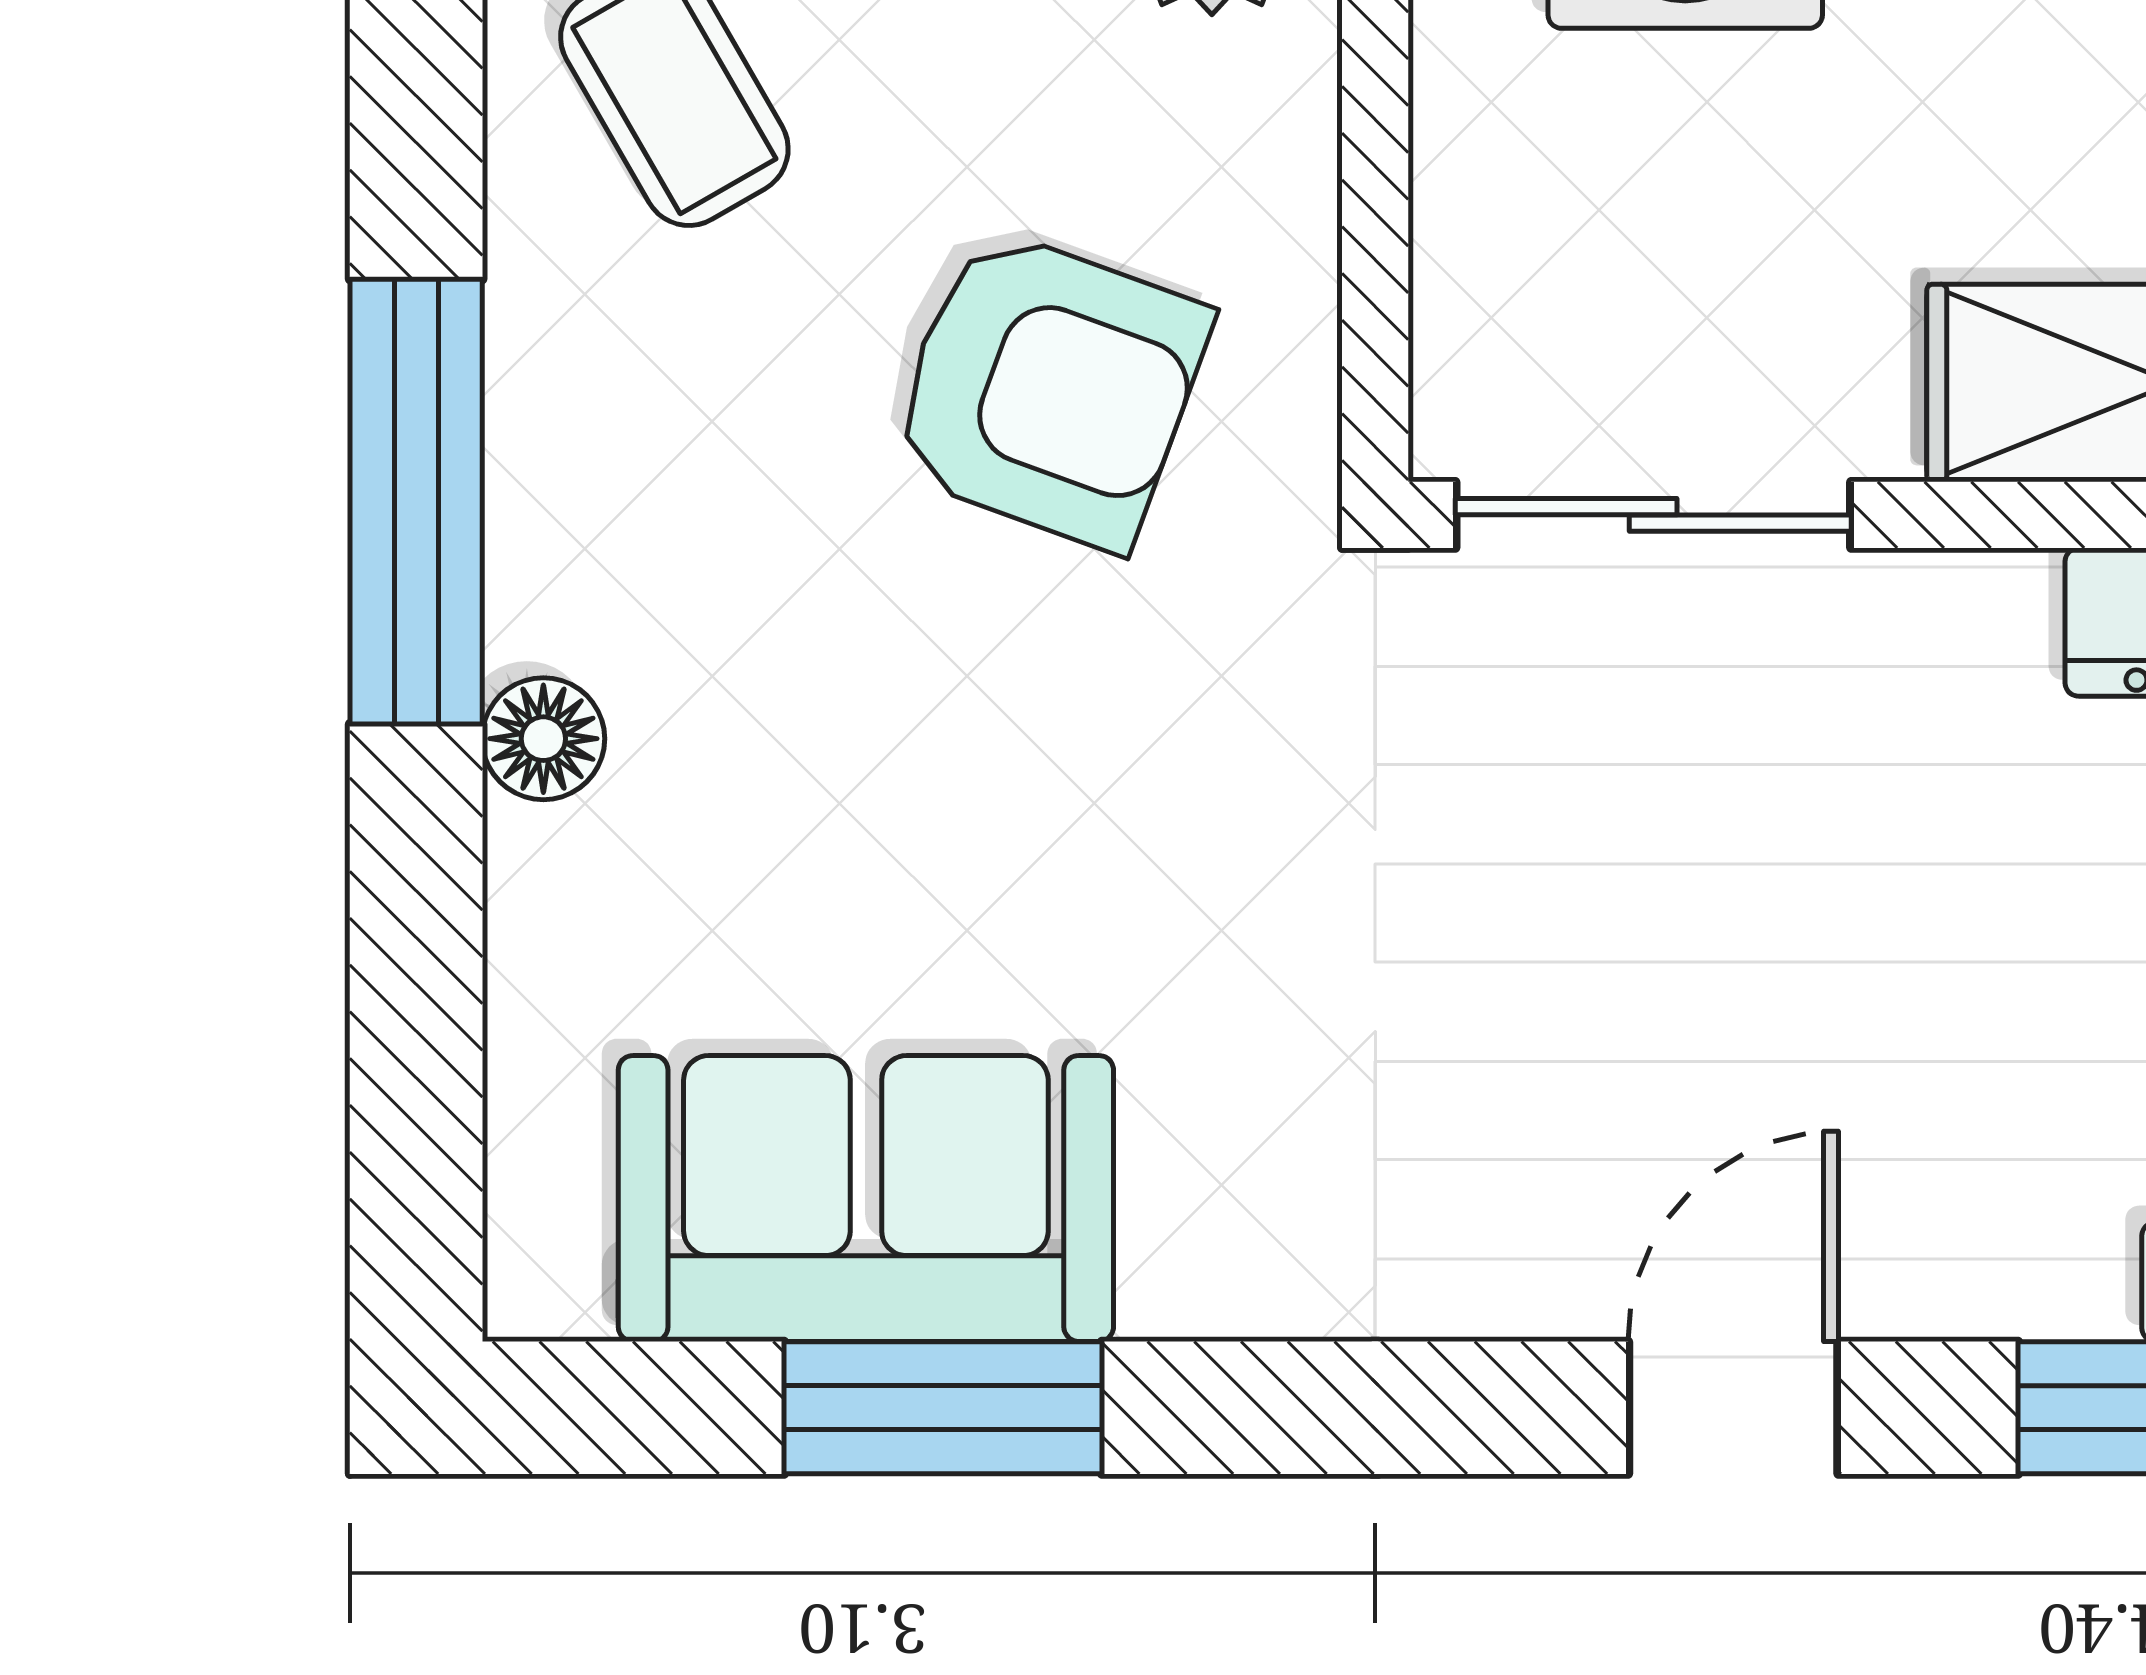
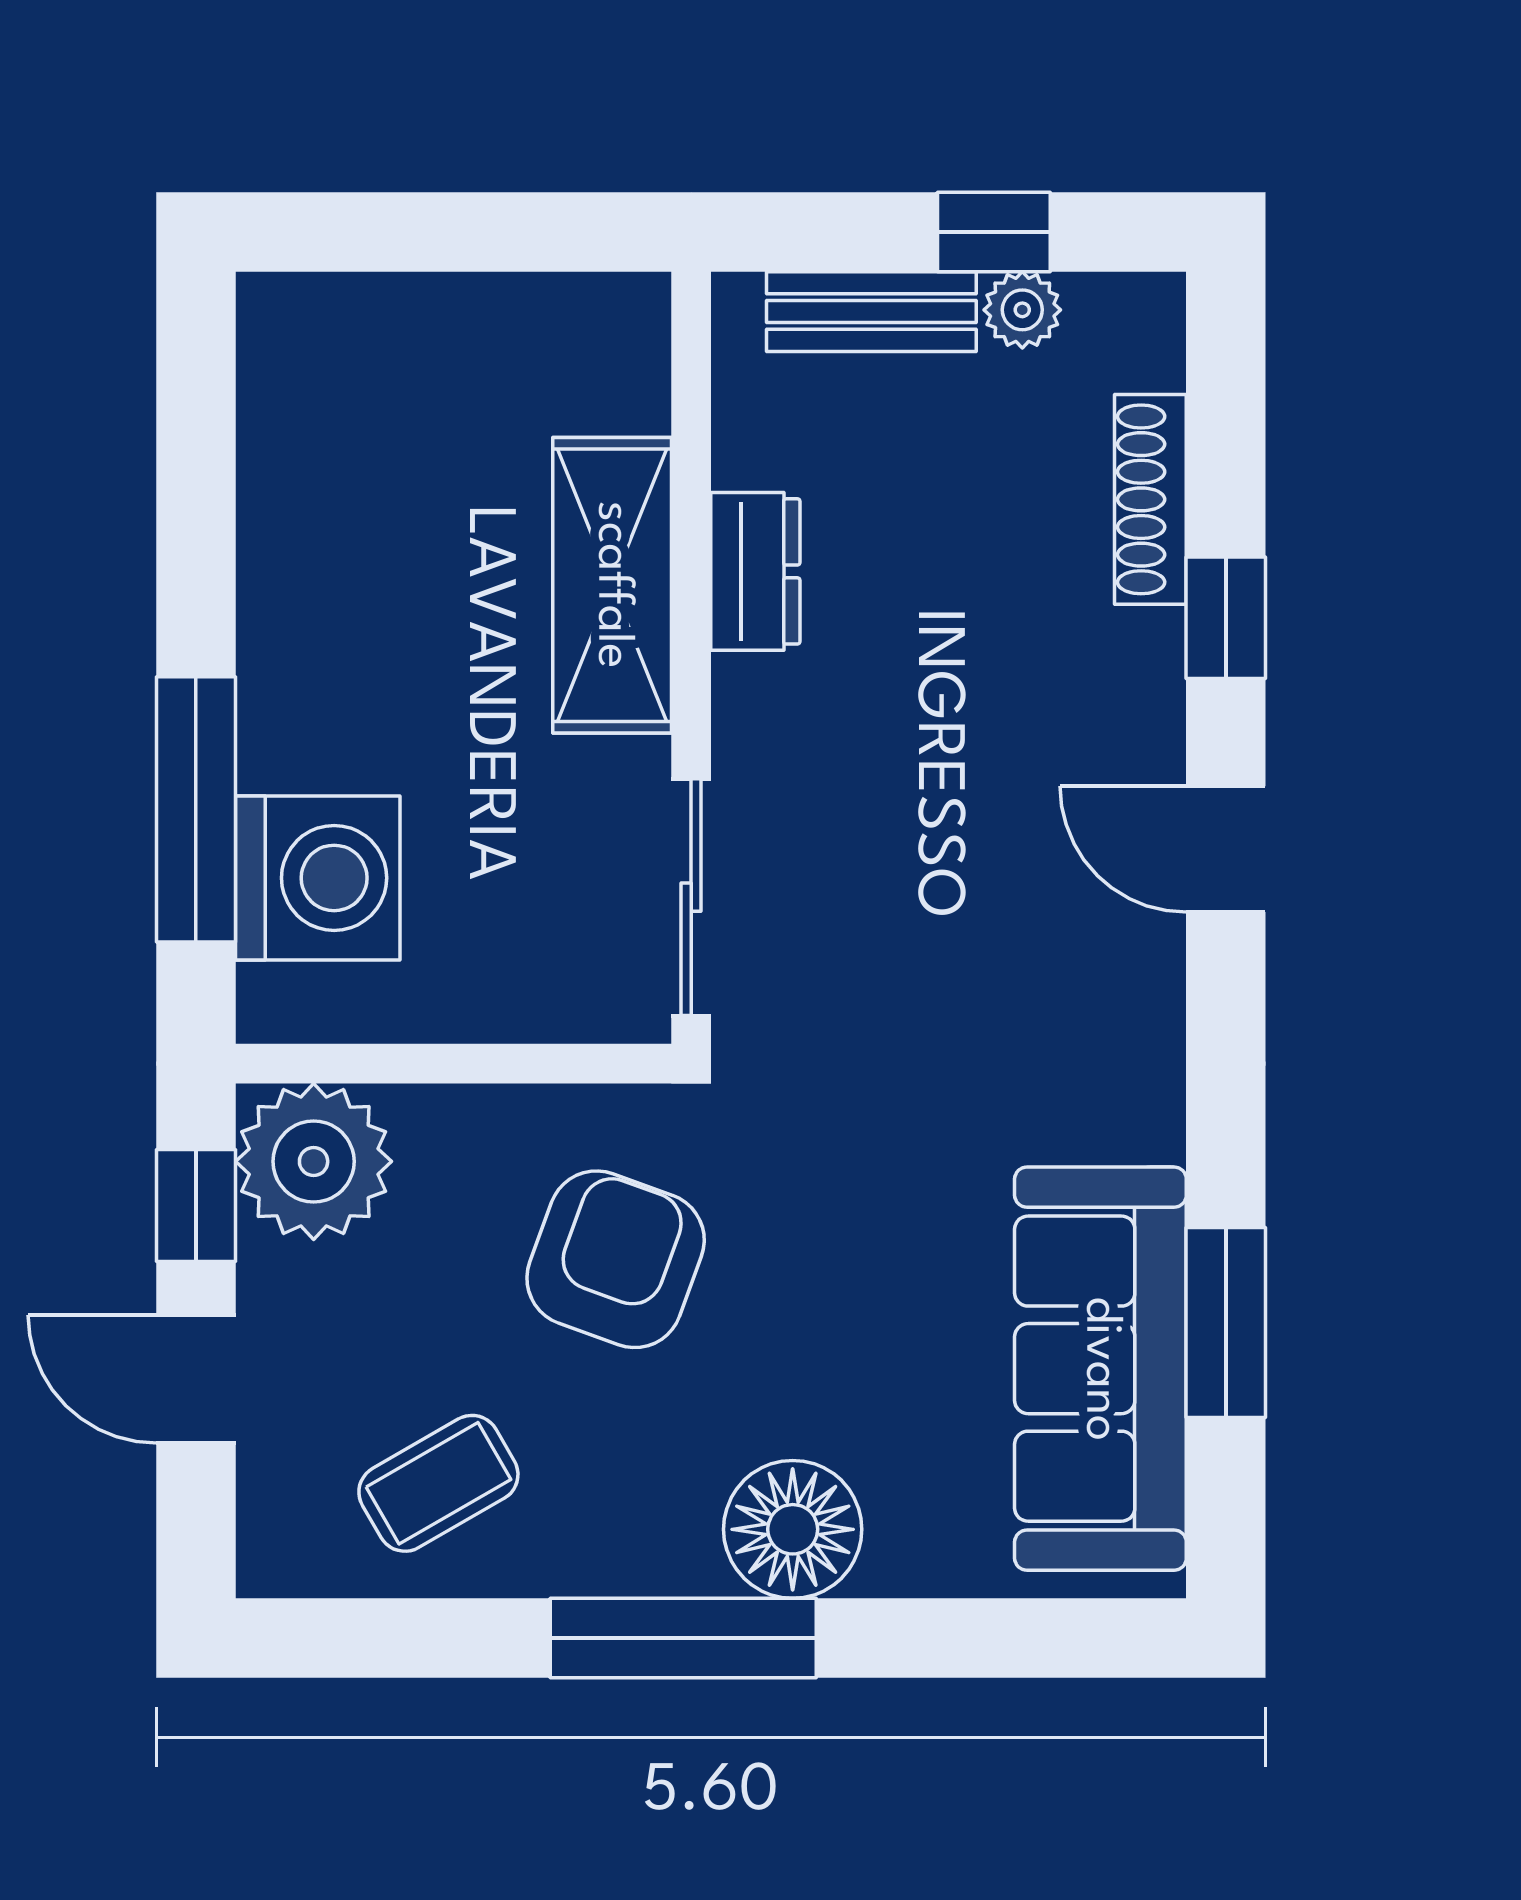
floor lamp: (543, 739) -> (793, 1529), width x1.89, depth x1.89
sofa: (866, 1198) -> (1100, 1369), width x1.36

